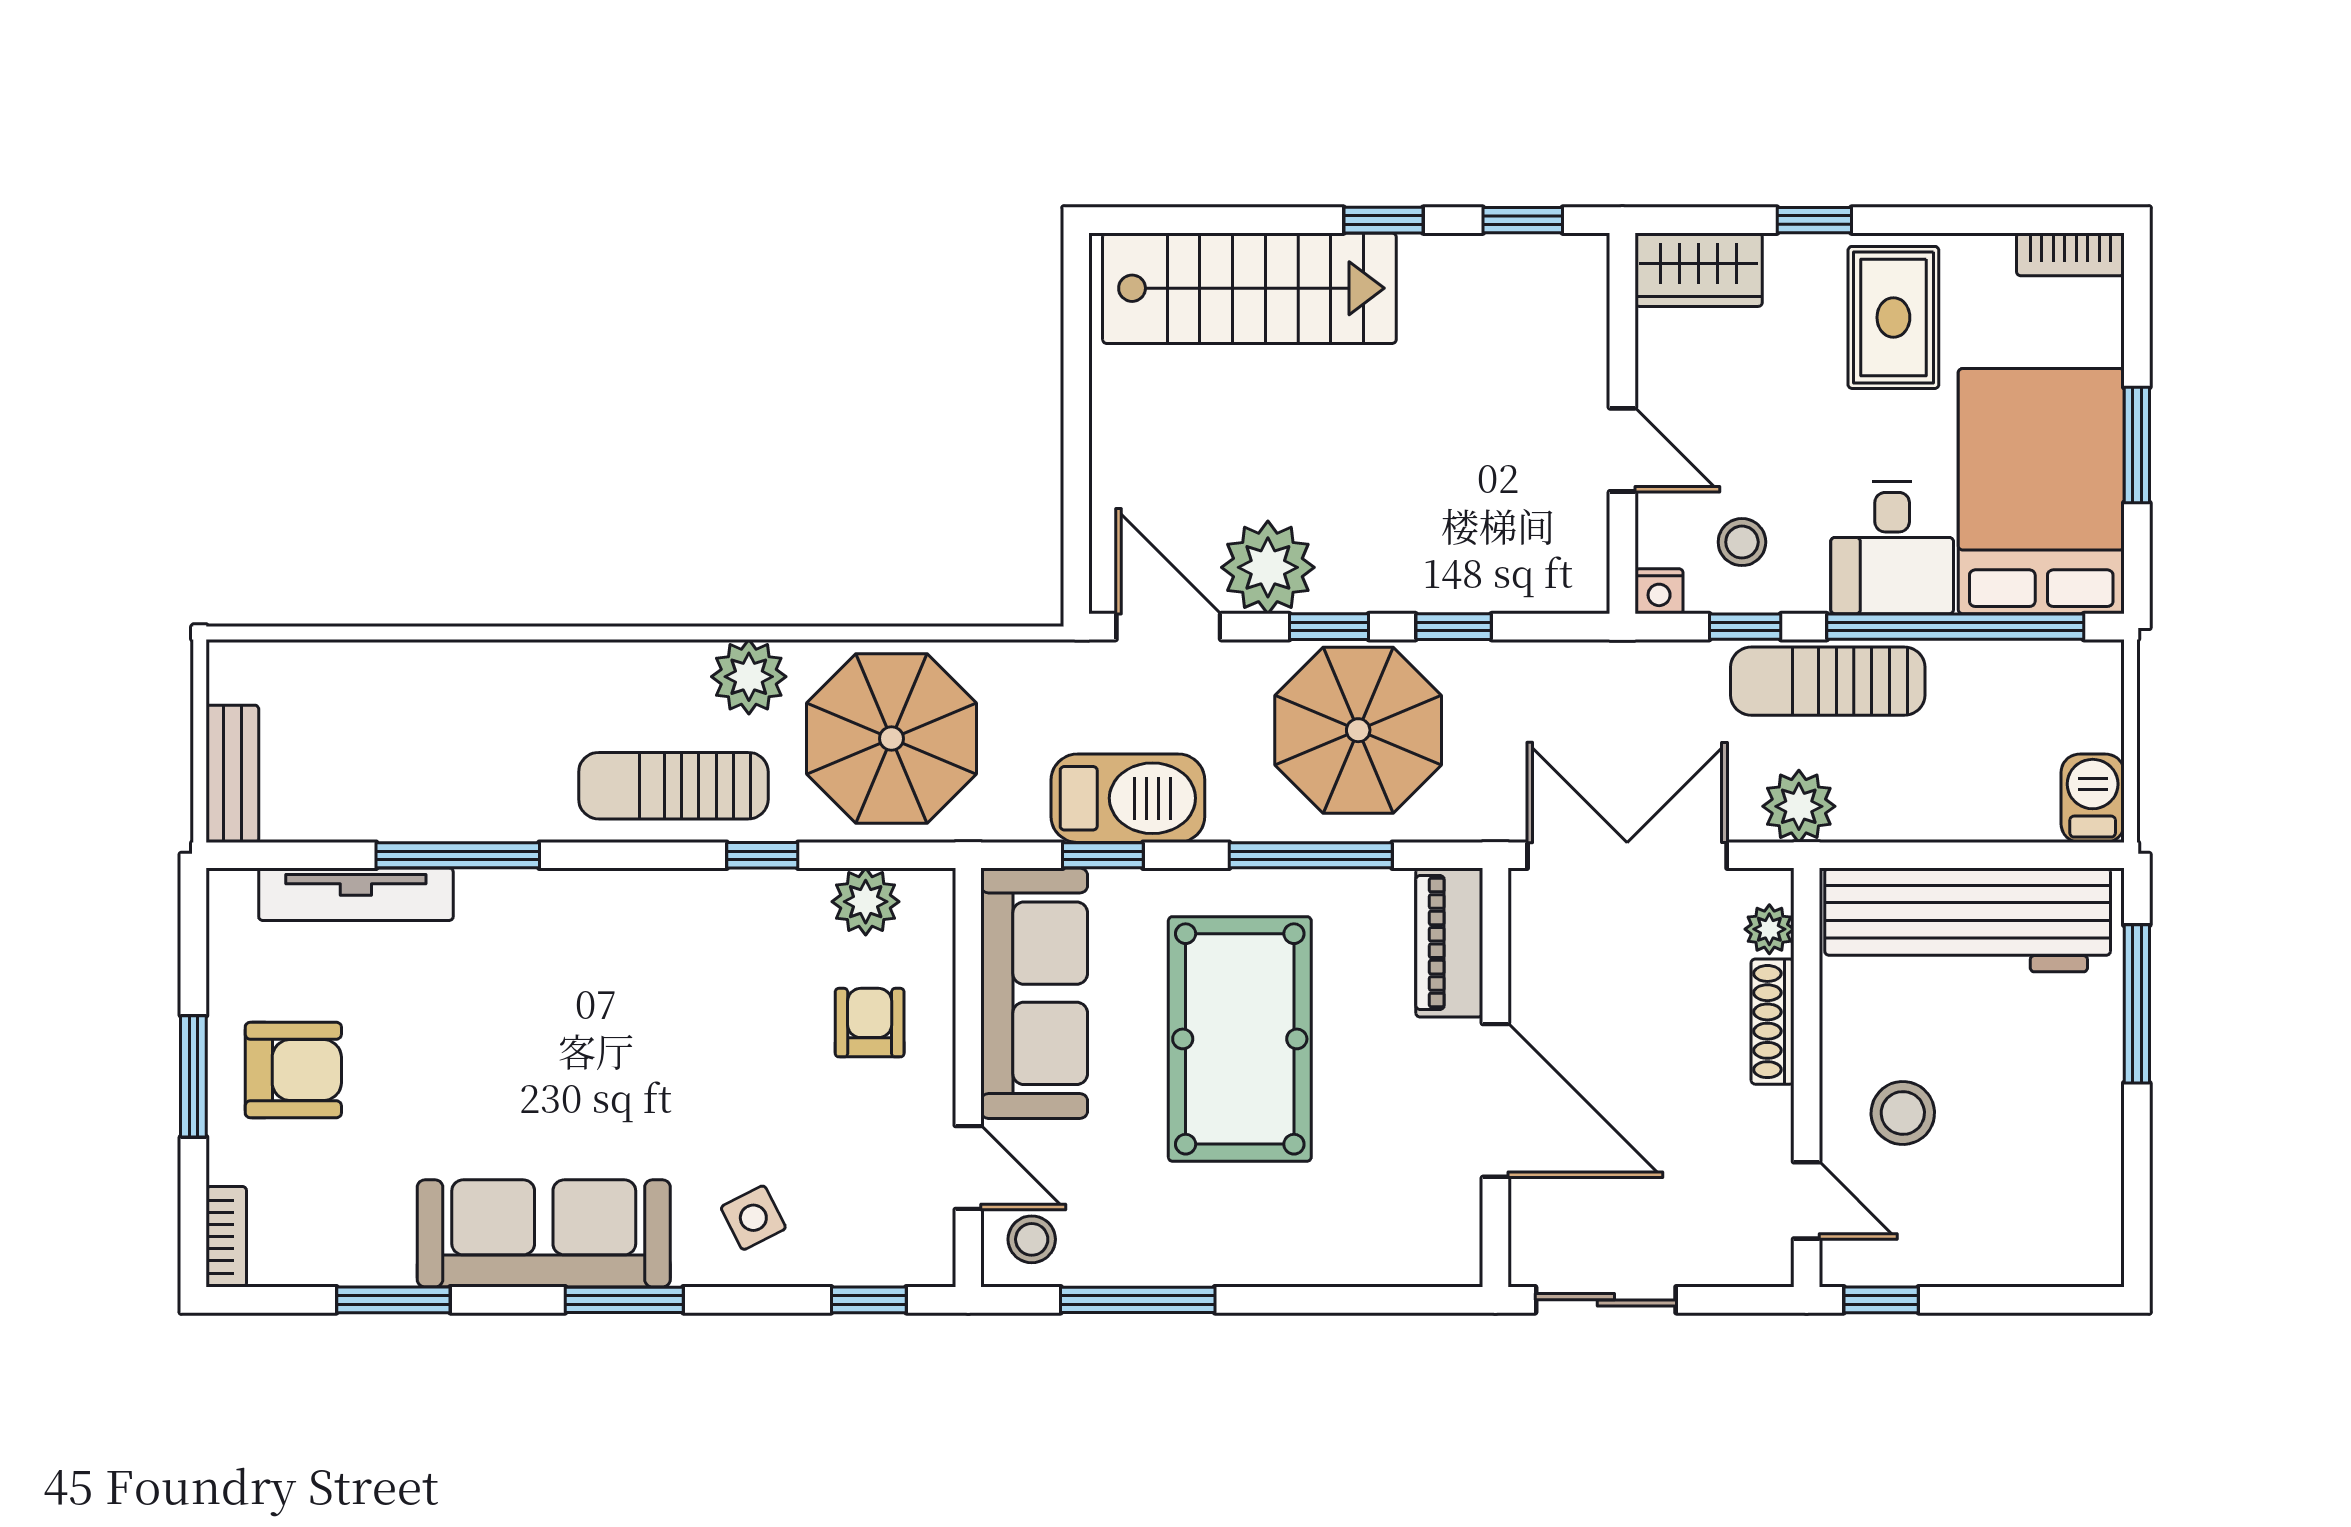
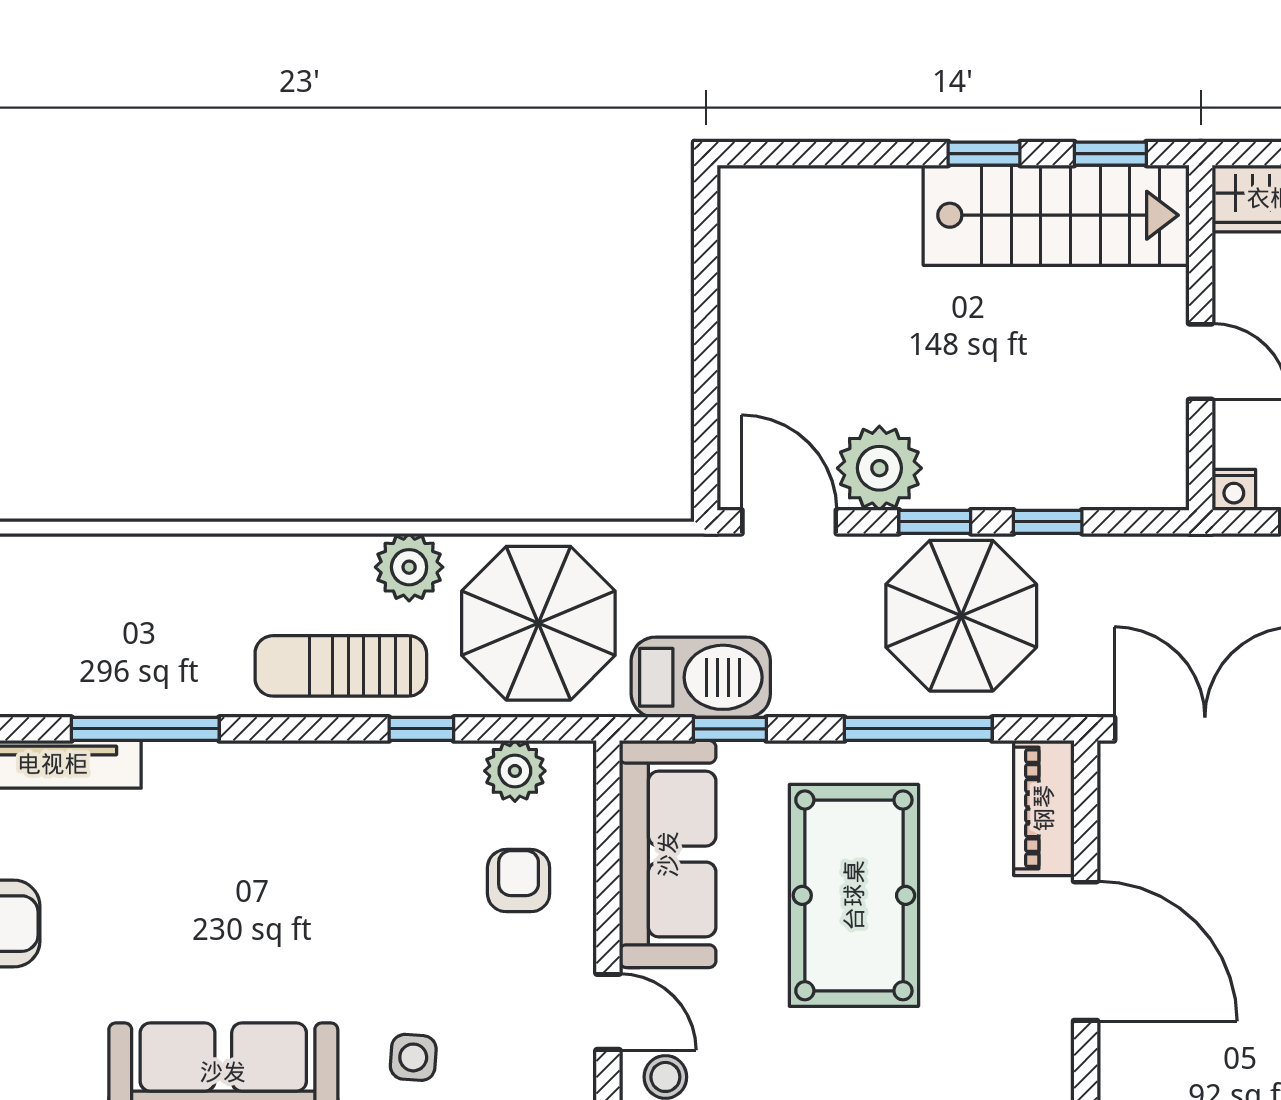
stairs: (1249, 288) -> (1056, 215), moved
barbecue: (1128, 798) -> (701, 677), moved
side table: (753, 1218) -> (413, 1057), turned 31

